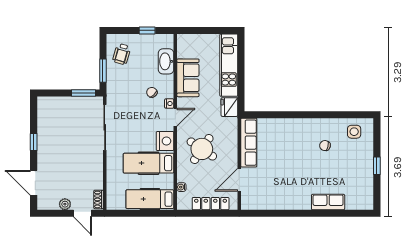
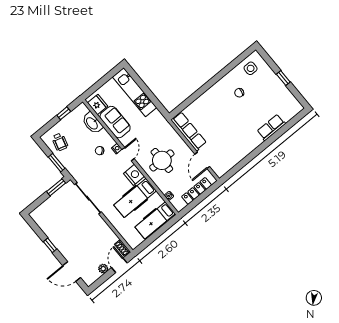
fridge: (229, 107) -> (98, 105), moved, turned 180
round table: (202, 149) -> (162, 160), turned -34
door: (82, 213) -> (119, 265), swing flipped

